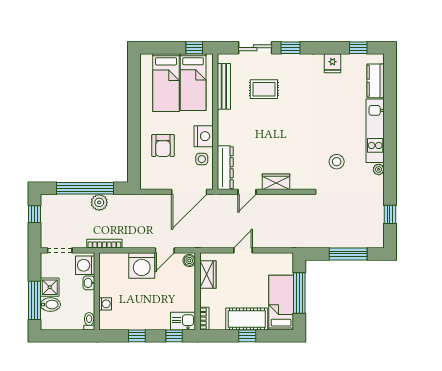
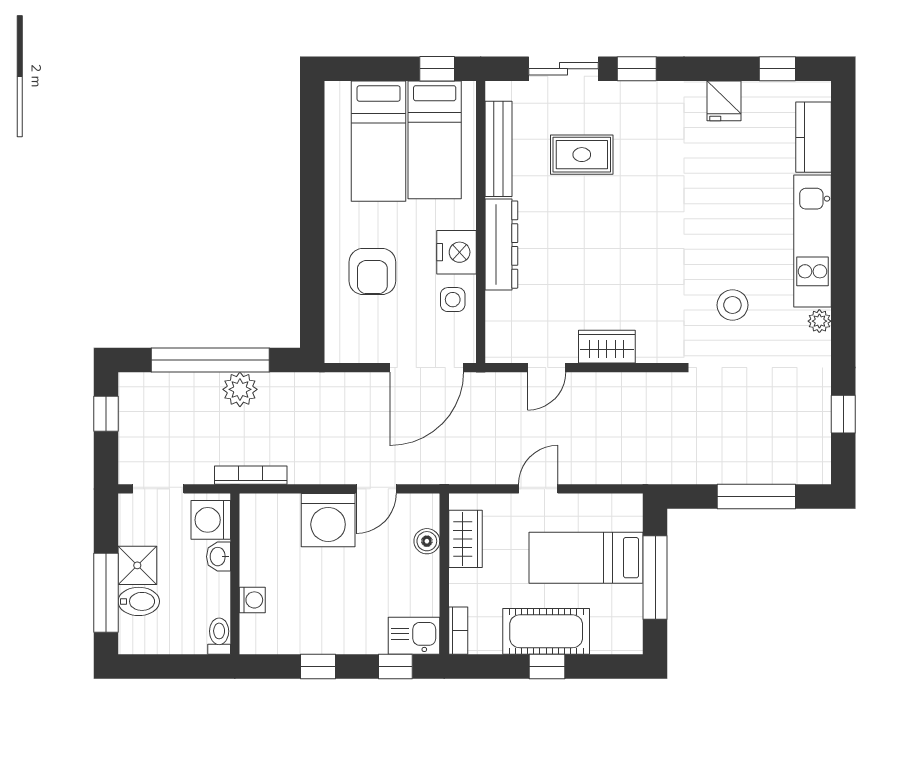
dresser: (225, 168) -> (501, 245), moved
boiler: (189, 261) -> (427, 541), moved
bed: (281, 303) -> (586, 558), moved, turned -90

